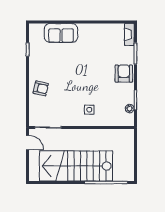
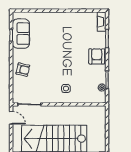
sofa: (61, 33) -> (21, 34), moved, turned -90

